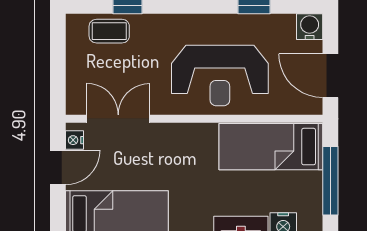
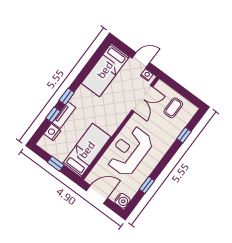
coffee table: (109, 31) -> (173, 108), moved
door: (58, 167) -> (141, 60), swing flipped
window: (330, 181) -> (56, 164), width x0.46

